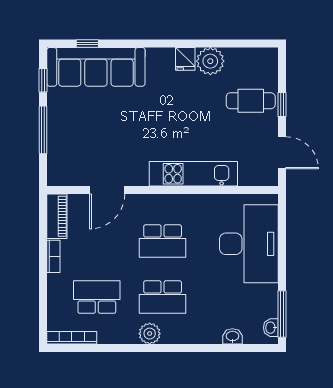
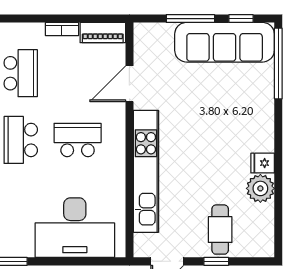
window: (87, 44) -> (278, 64), width x3.17
sofa: (96, 67) -> (225, 42), moved, turned -90
kitchen unit: (193, 174) -> (146, 171), width x1.36
door: (107, 190) -> (129, 84), hinge flipped
school desk: (163, 241) -> (78, 140), turned 90

